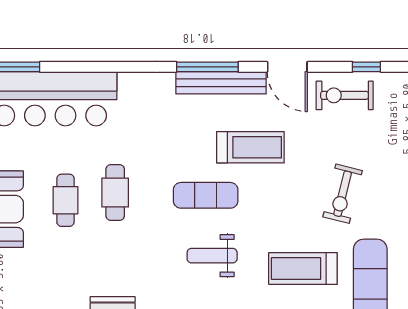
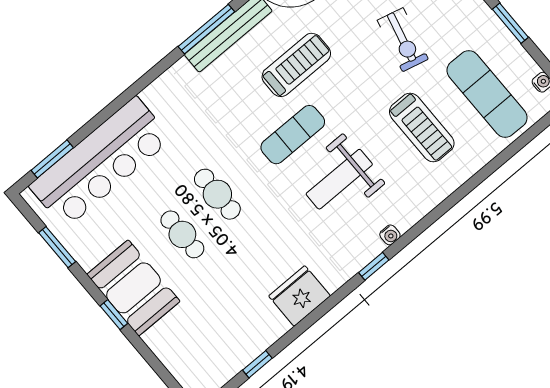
weight bench: (212, 256) -> (339, 179), width x1.36, depth x1.33
treadmill: (303, 268) -> (422, 127), turned -90

